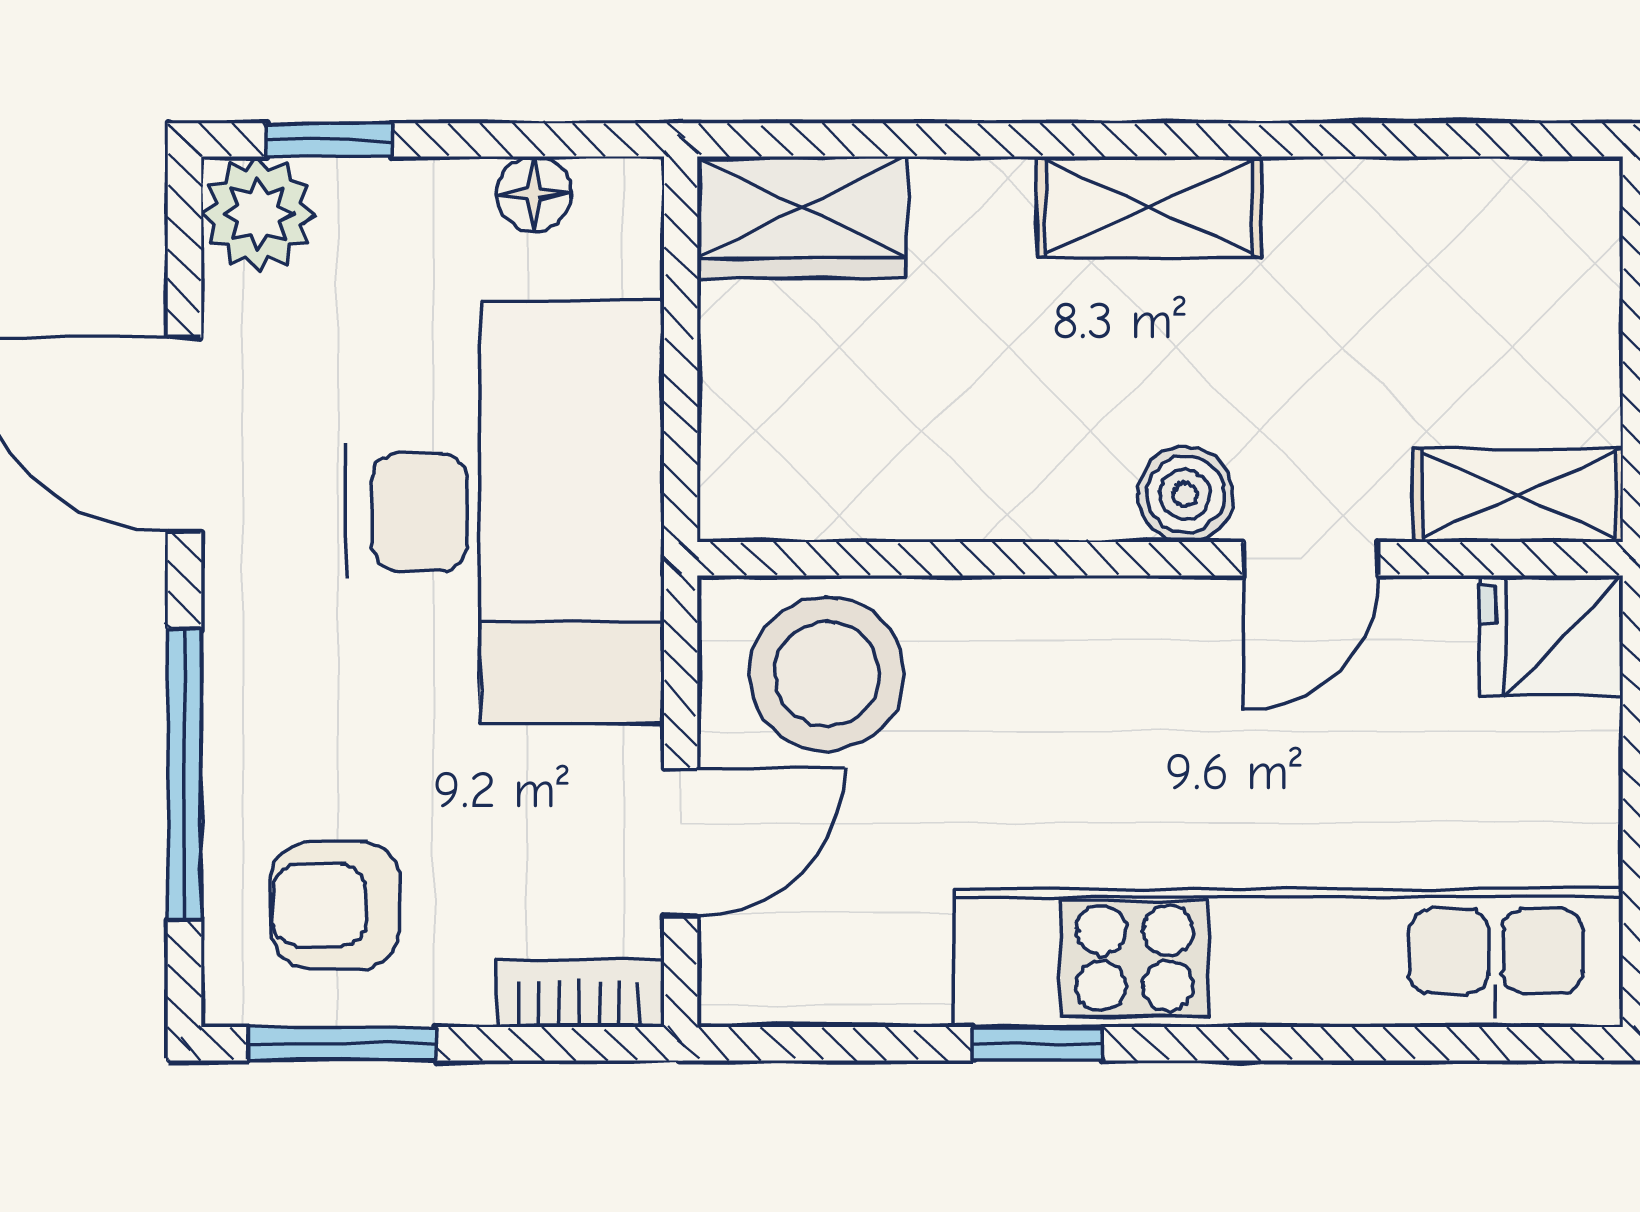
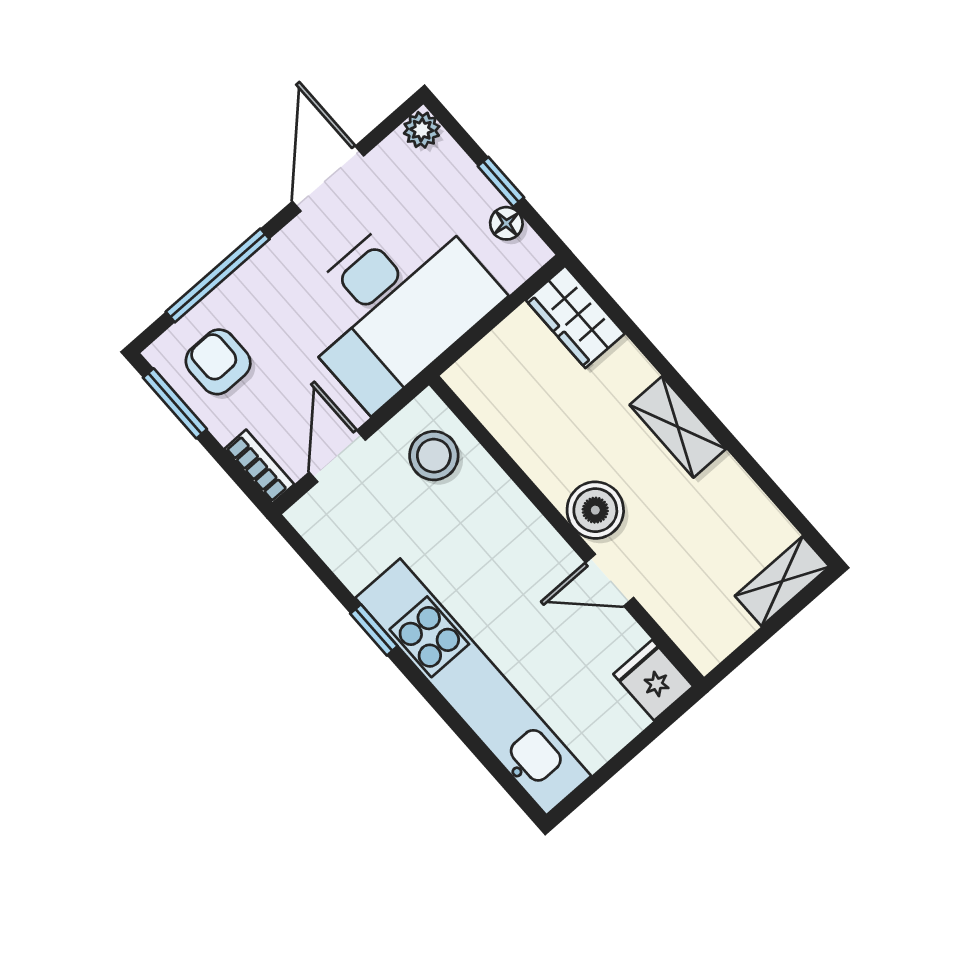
window: (329, 140) -> (501, 182), moved
plant: (258, 214) -> (422, 130), width x0.73, depth x0.73
boiler: (1185, 494) -> (595, 510), width x1.36, depth x1.36
shelving: (1518, 495) -> (782, 581), moved, turned 90
stool: (827, 674) -> (434, 456), width x0.73, depth x0.73
door: (681, 842) -> (337, 456), swing flipped

